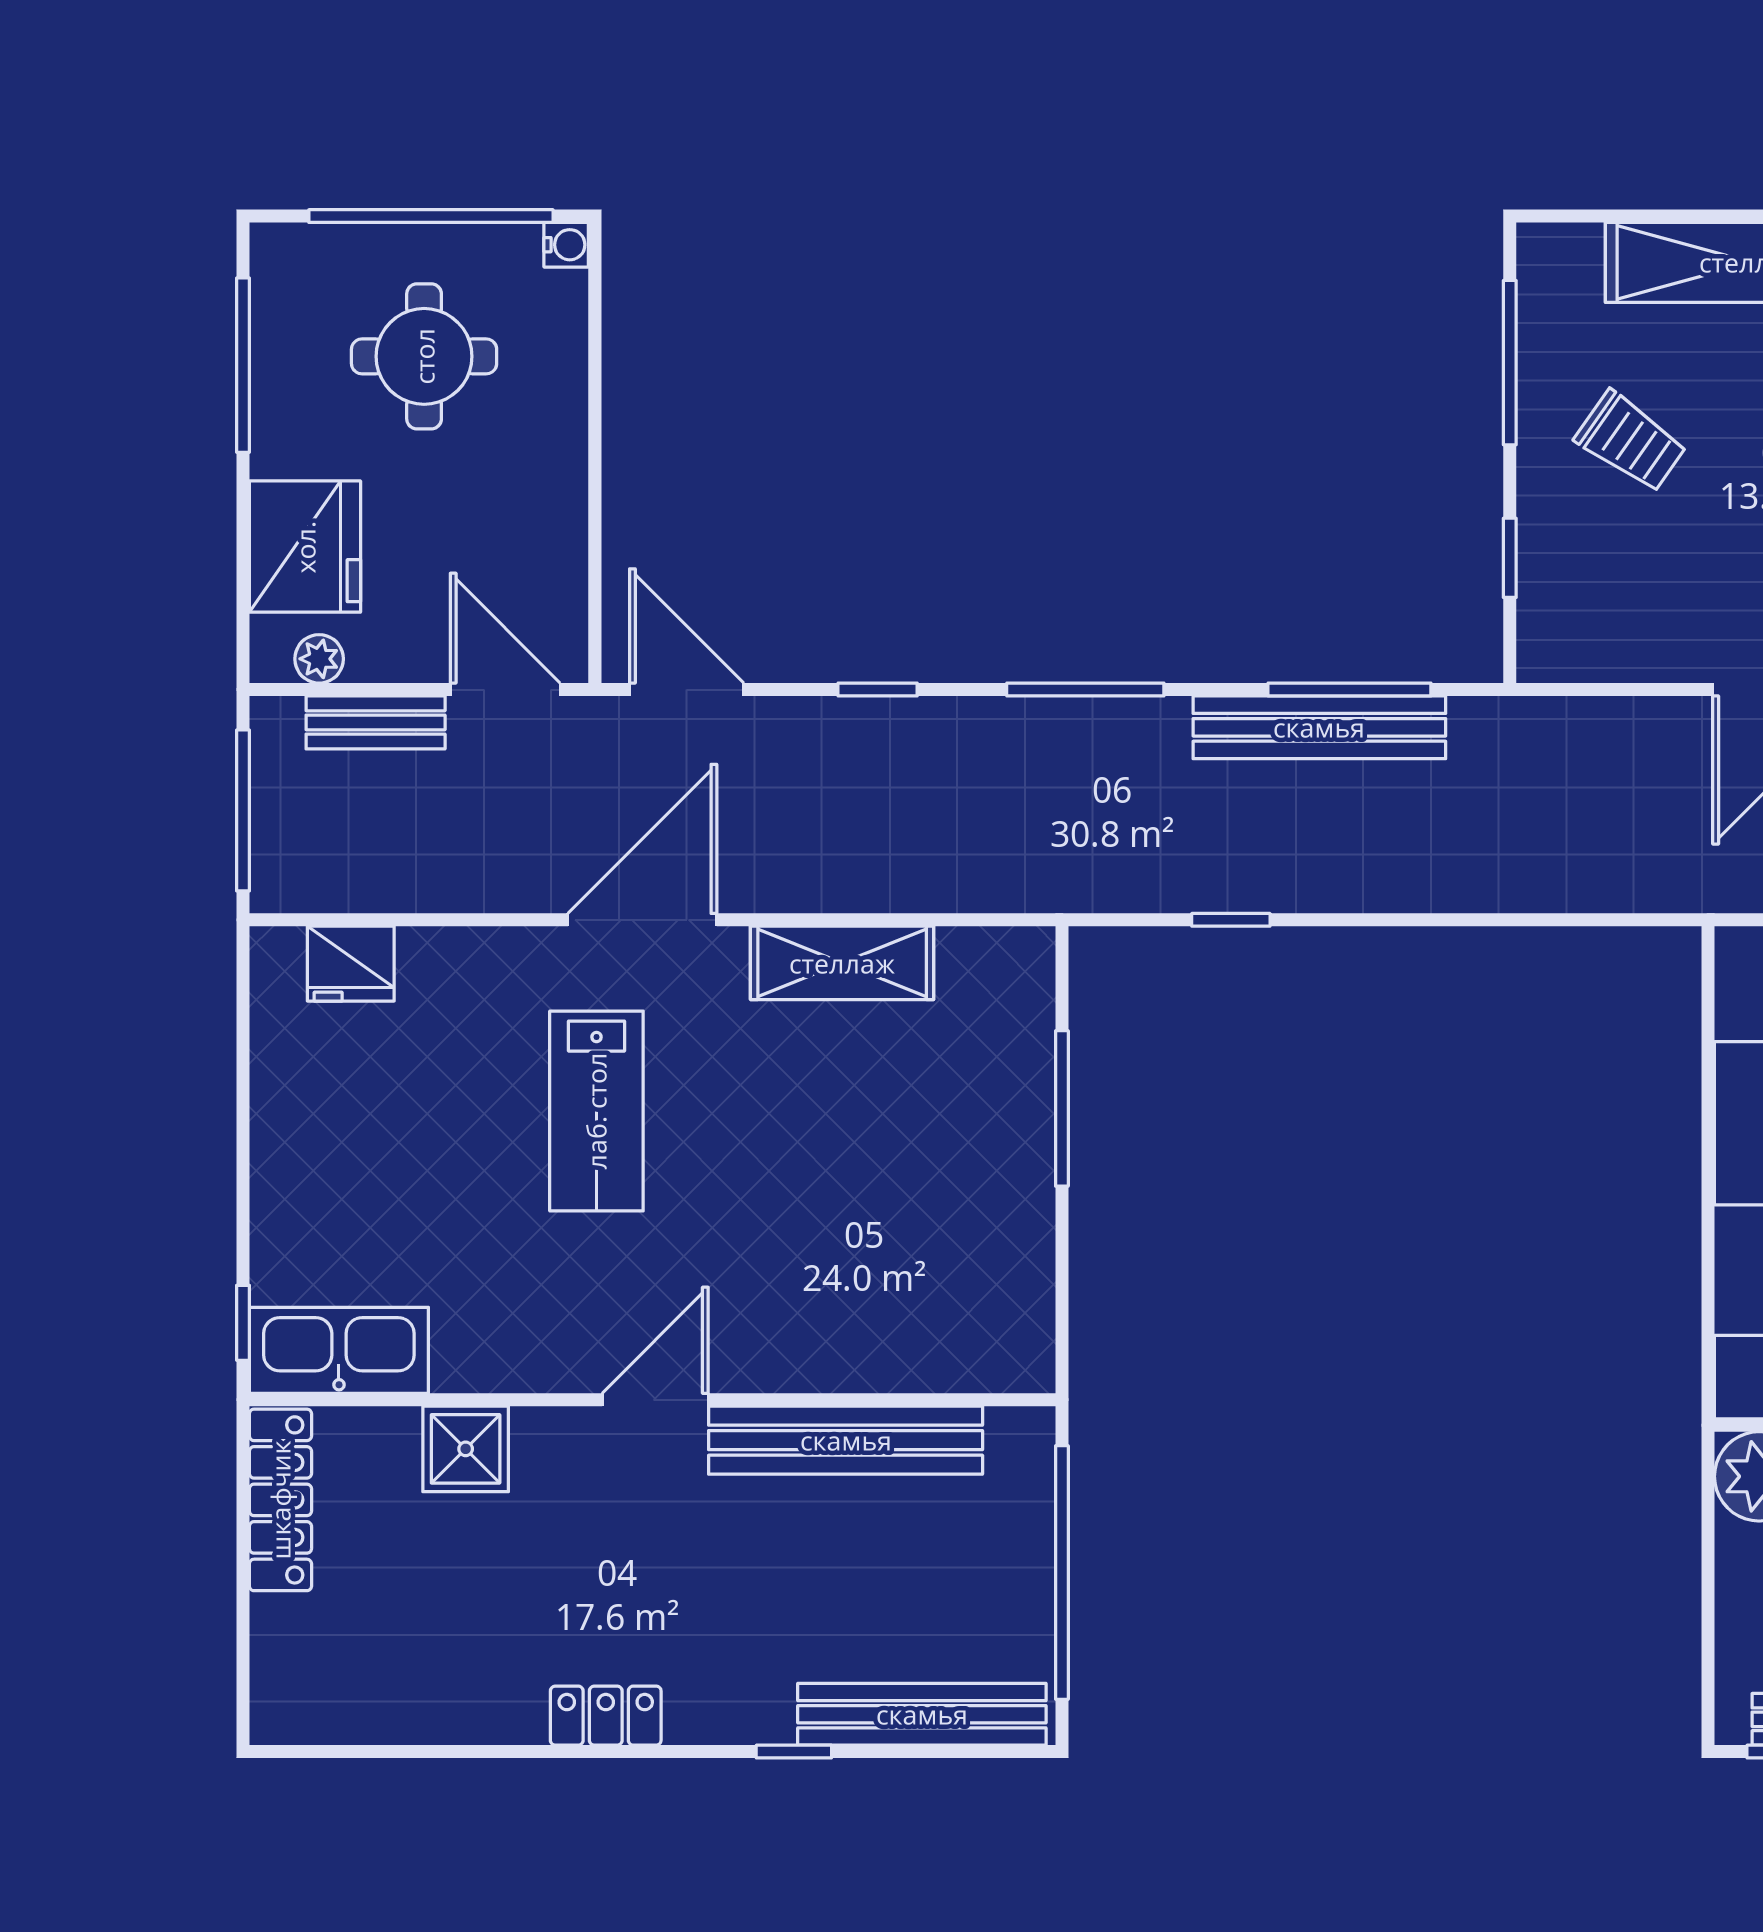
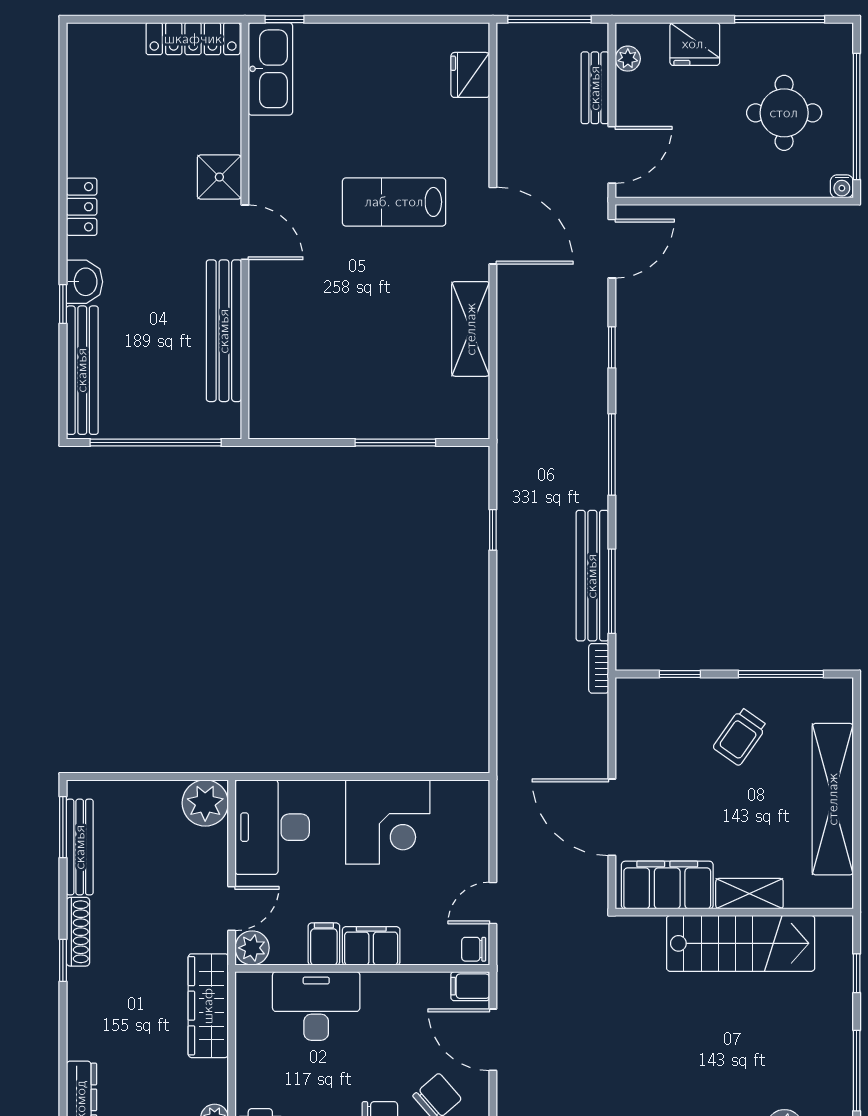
fridge: (305, 547) -> (695, 44), width x0.73, depth x0.75
bookcase: (1499, 715) -> (599, 668), added
shower: (466, 1449) -> (219, 177), moved
washbasin: (751, 1710) -> (85, 282), added

